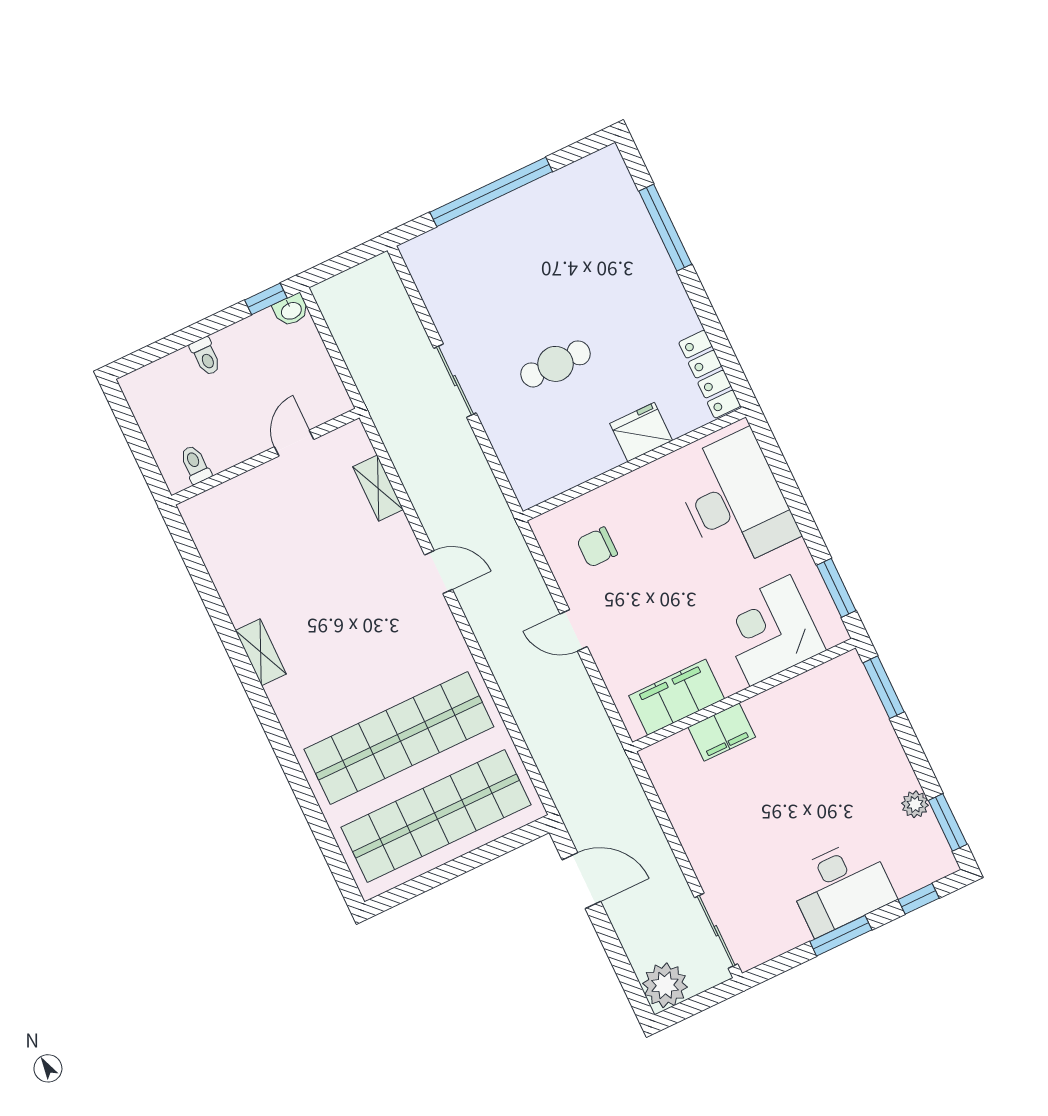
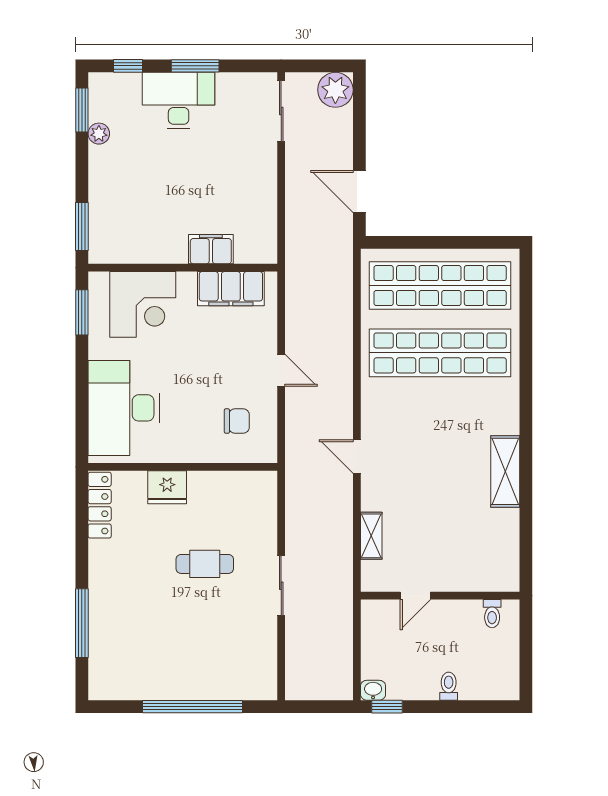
shelving: (261, 652) -> (505, 471), width x1.50, depth x1.33

